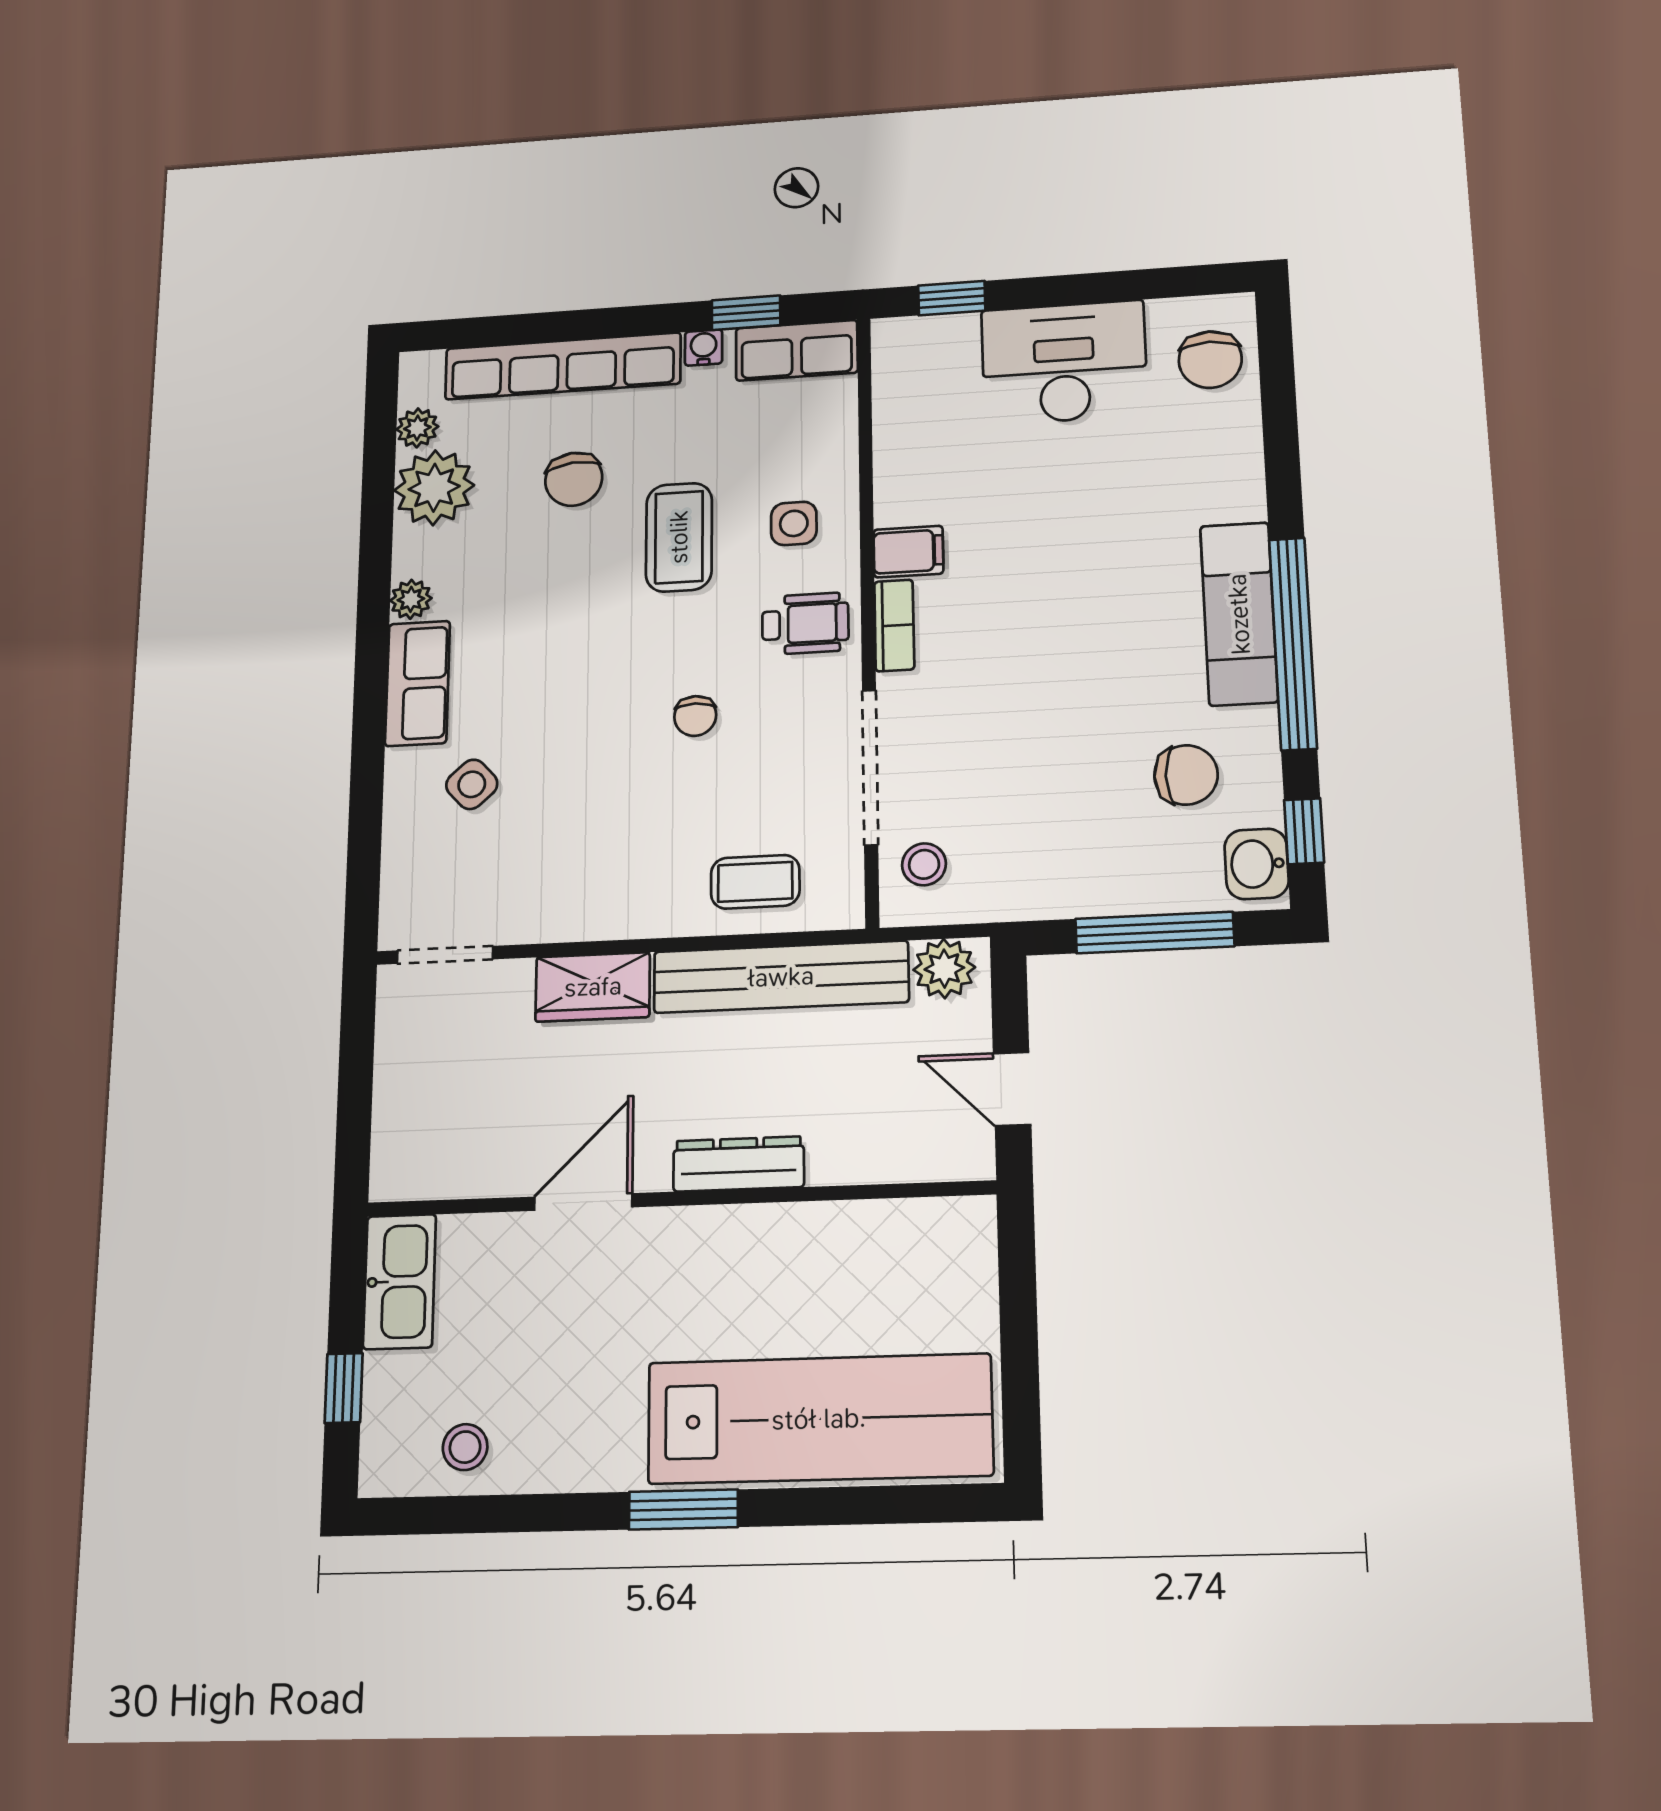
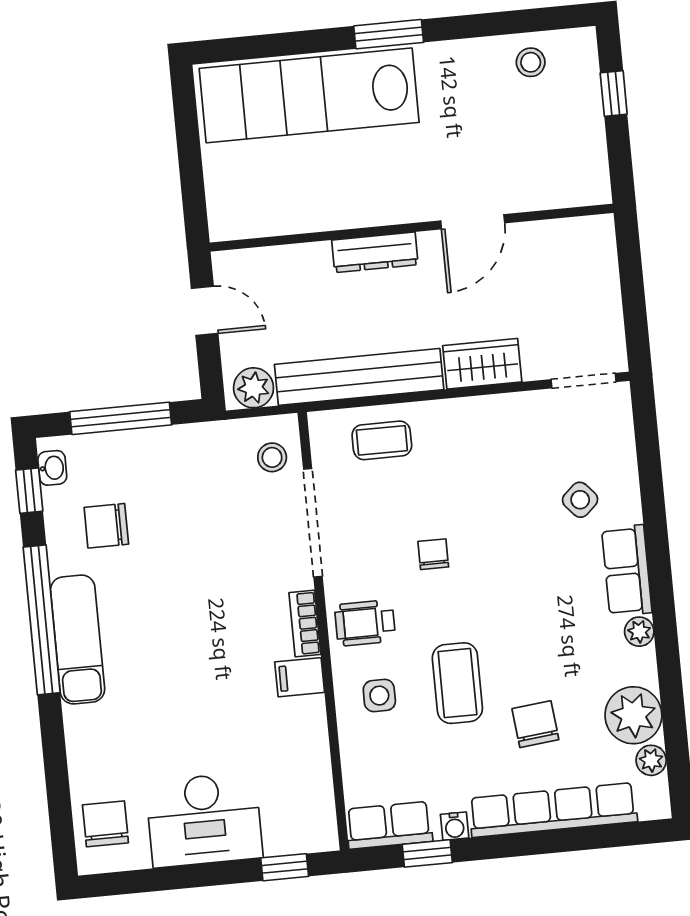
washbasin: (1257, 864) -> (52, 468), width x0.72, depth x0.69
kitchen sink: (400, 1282) -> (586, 163), removed

